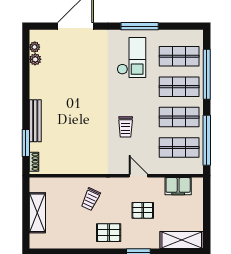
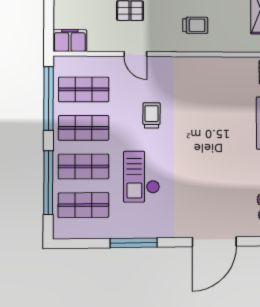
checkout: (131, 57) -> (142, 177), moved
filing cabinet: (178, 186) -> (70, 41), moved
trolley: (91, 199) -> (195, 25), turned 65

